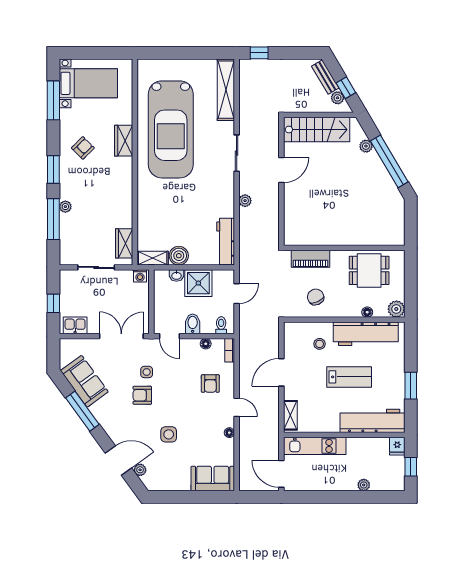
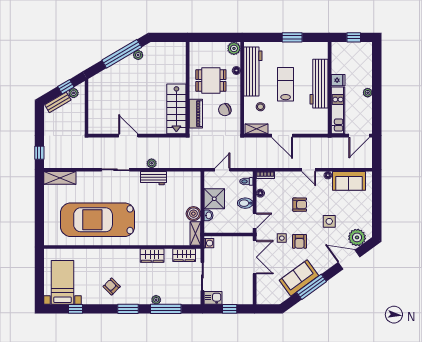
shelving: (226, 90) -> (60, 178), width x0.68
window: (53, 100) -> (75, 309), width x0.46
car: (171, 129) -> (98, 220), turned 180
stairs: (317, 130) -> (176, 109), moved, turned 180
wardrobe: (124, 141) -> (152, 256), moved
plant: (366, 146) -> (138, 55), moved
workbench: (226, 241) -> (153, 178), moved, width x0.73
dining table: (369, 270) -> (211, 80), moved, turned 90
door: (237, 294) -> (222, 170), hinge flipped
kitchen sink: (75, 325) -> (213, 298), moved, turned 90
double door: (121, 336) -> (255, 257), swing flipped
sofa: (84, 381) -> (299, 278), moved
armchair: (210, 384) -> (300, 205), moved
door: (237, 407) -> (309, 170), swing flipped
shelving: (290, 415) -> (256, 129), moved
workbench: (372, 421) -> (319, 84), moved
fridge: (397, 446) -> (338, 80), moved
door: (118, 461) -> (349, 260), hinge flipped
plant: (140, 470) -> (357, 237), width x1.88, depth x1.88
sofa: (213, 478) -> (349, 181), moved, turned -90
plant: (364, 485) -> (368, 93), moved

